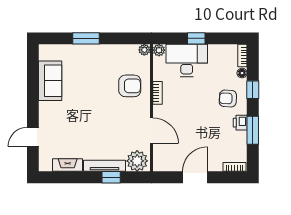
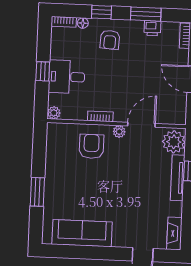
plant: (144, 50) -> (119, 132), moved
desk: (187, 60) -> (67, 77), width x0.73
sofa: (50, 81) -> (82, 233), width x1.36
printer: (240, 123) -> (152, 28), moved
fireplace: (68, 165) -> (174, 233), moved

